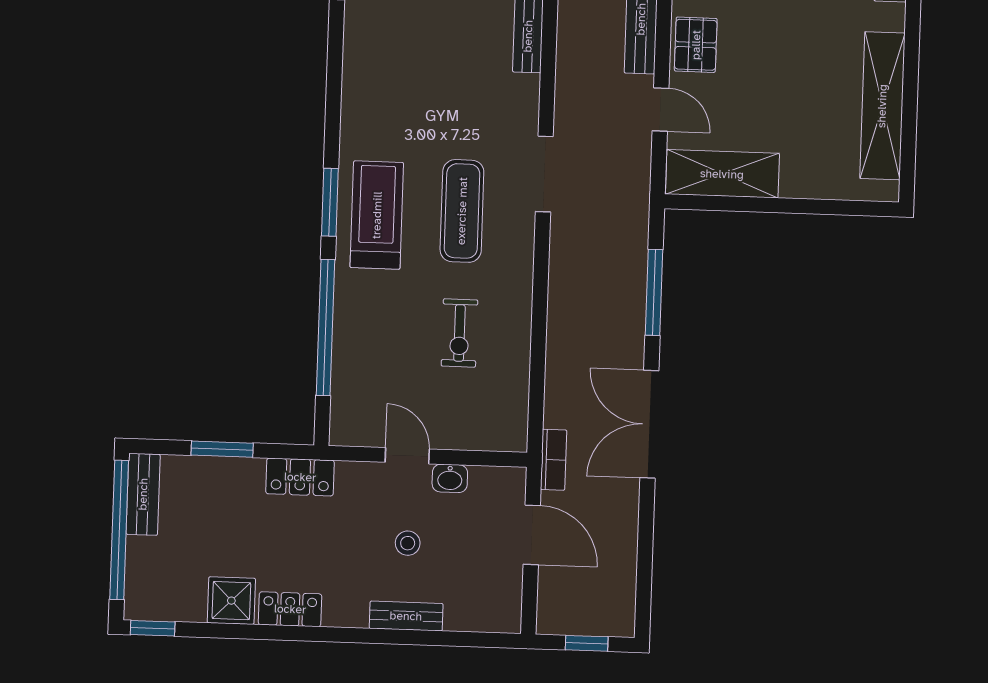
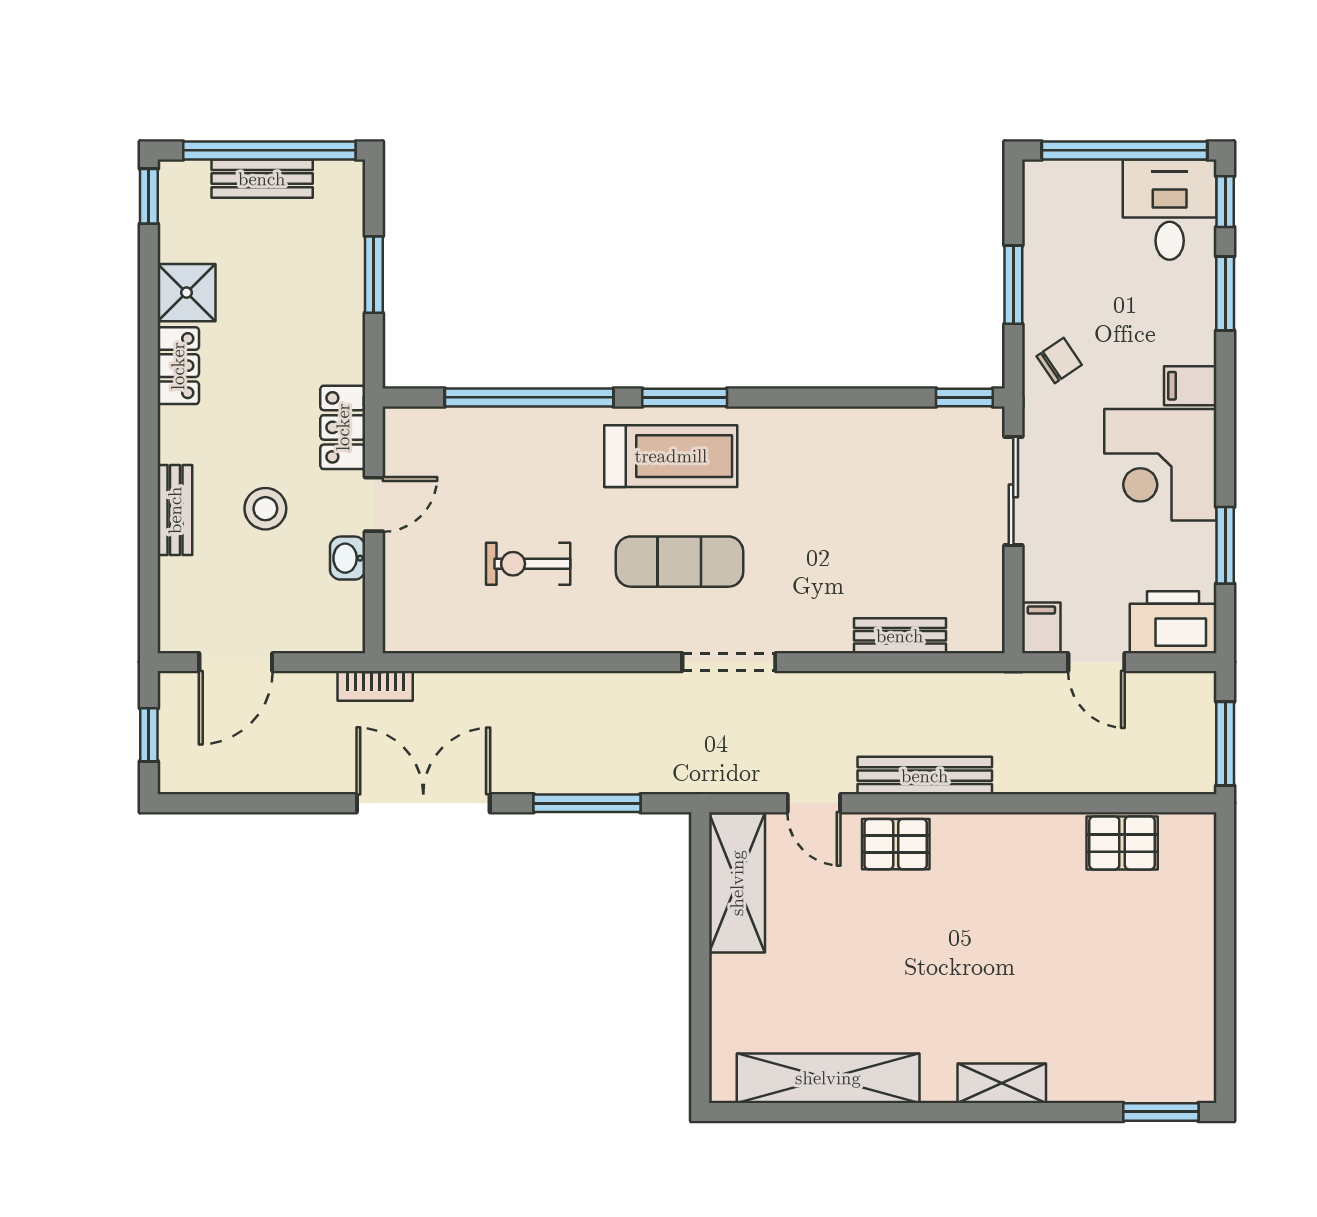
door: (660, 110) -> (814, 803), hinge flipped
locker: (300, 477) -> (343, 427), moved
bench: (143, 494) -> (262, 179), moved
door: (532, 535) -> (236, 662), moved
stool: (408, 543) -> (265, 509), width x1.37, depth x1.37

